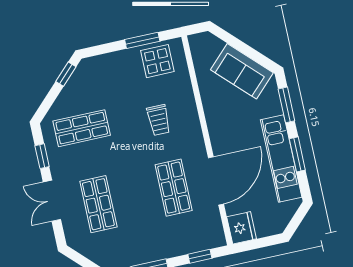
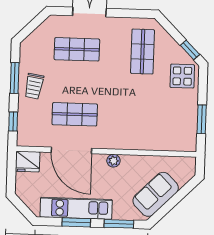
display table: (157, 61) -> (182, 76), moved
trolley: (159, 120) -> (34, 86), moved, turned -81
plant: (216, 130) -> (113, 161), added
window: (42, 156) -> (128, 13), removed

